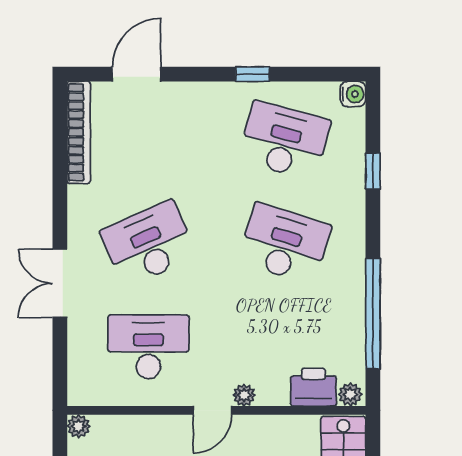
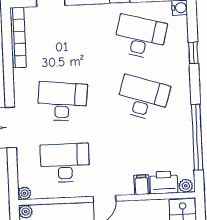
desk: (148, 244) -> (62, 102), turned 30
filing cabinet: (276, 390) -> (142, 185), added
plant: (244, 395) -> (24, 193), moved

